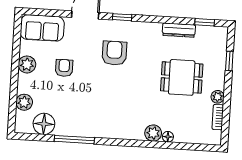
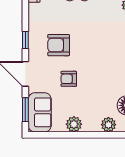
window: (46, 13) -> (25, 110), added
armchair: (64, 68) -> (69, 79), moved

